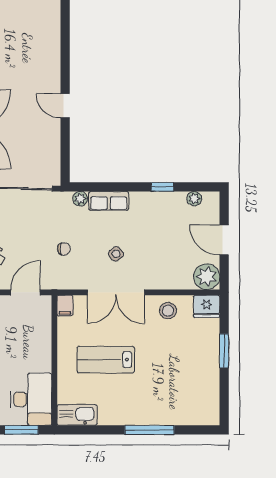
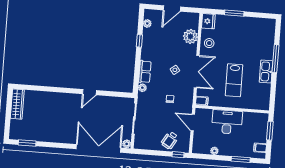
plant: (207, 277) -> (190, 36), moved
desk: (31, 399) -> (227, 122), moved
kitchen sink: (77, 415) -> (266, 72), moved

